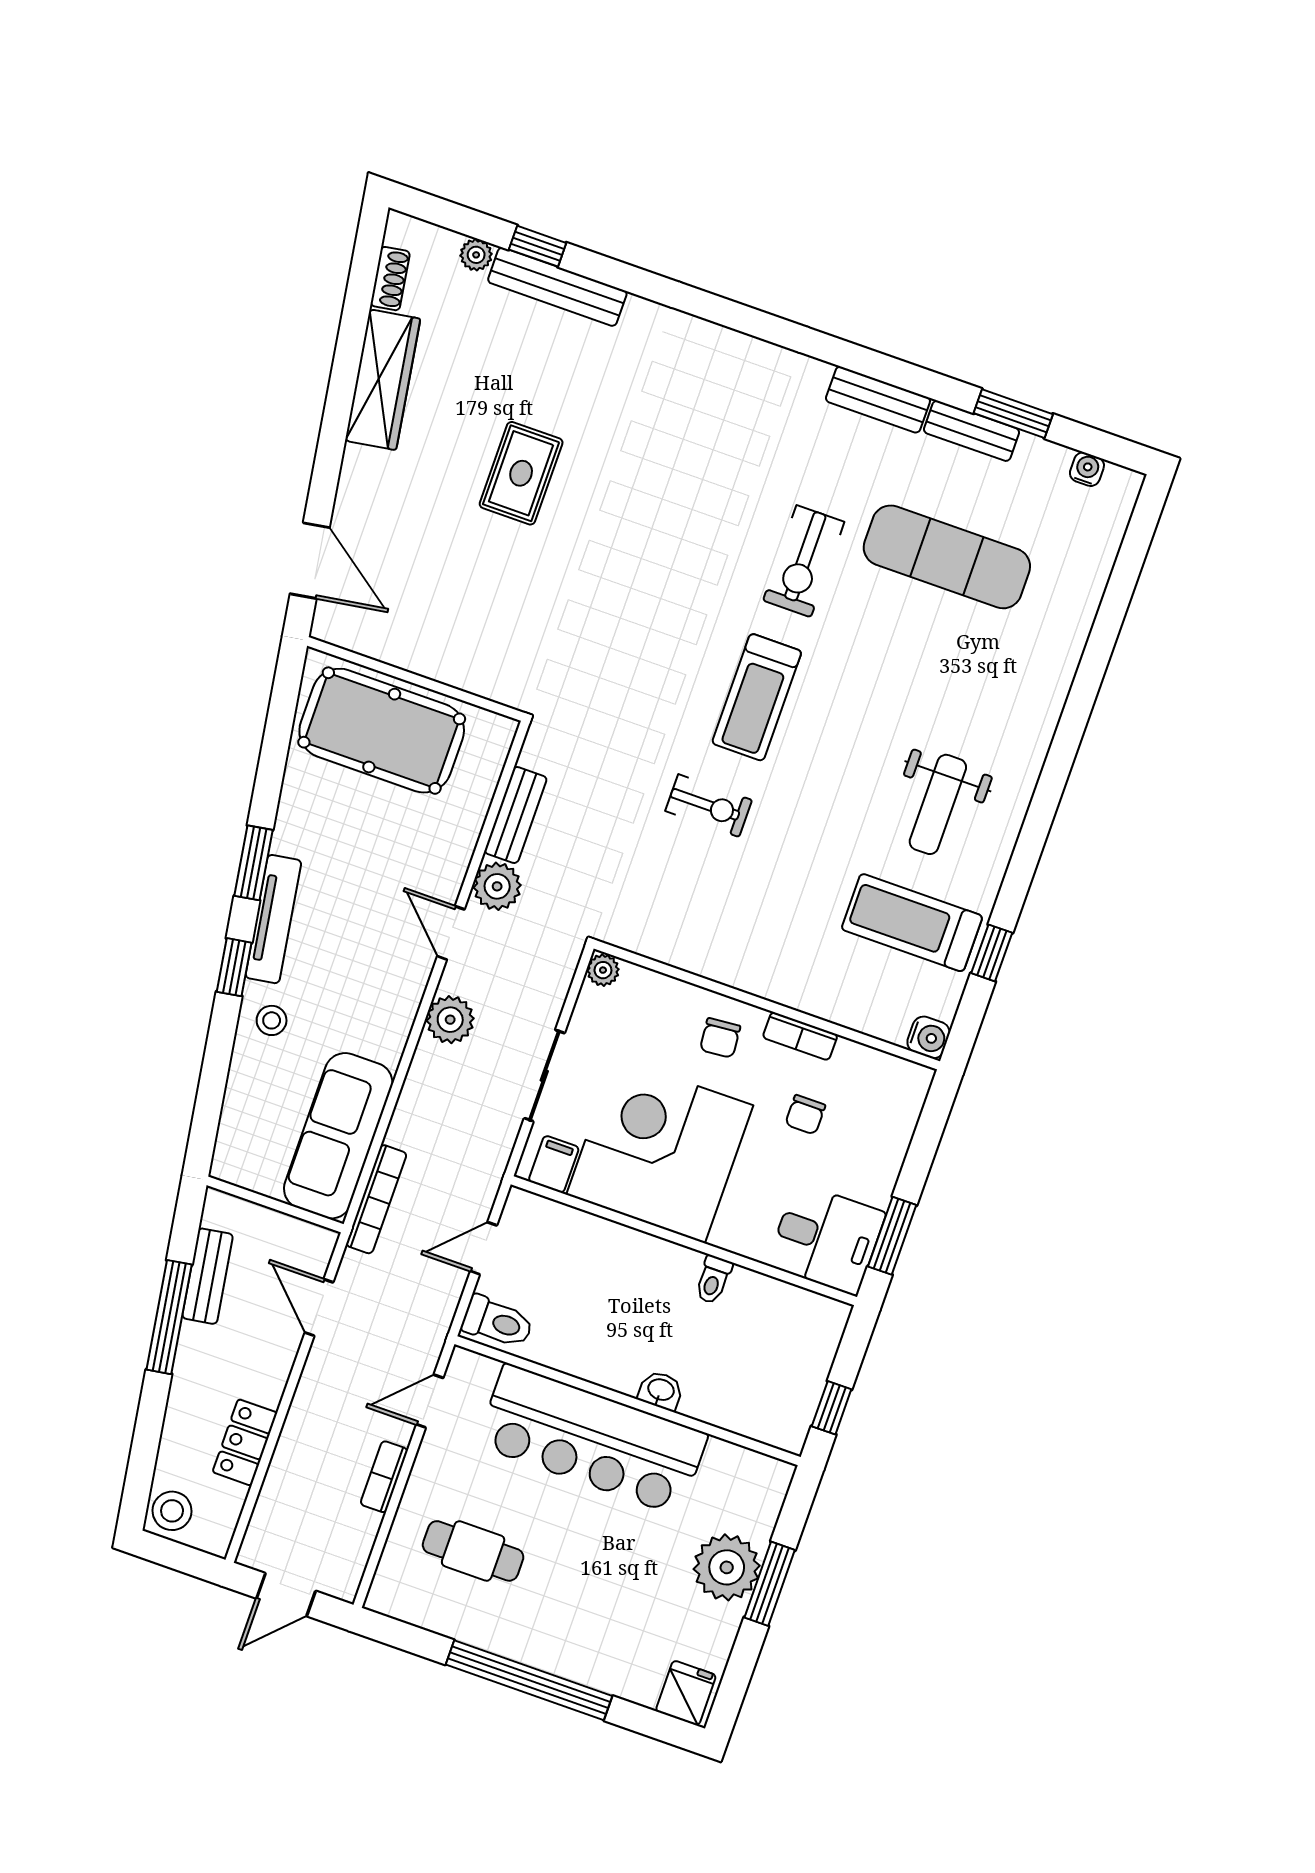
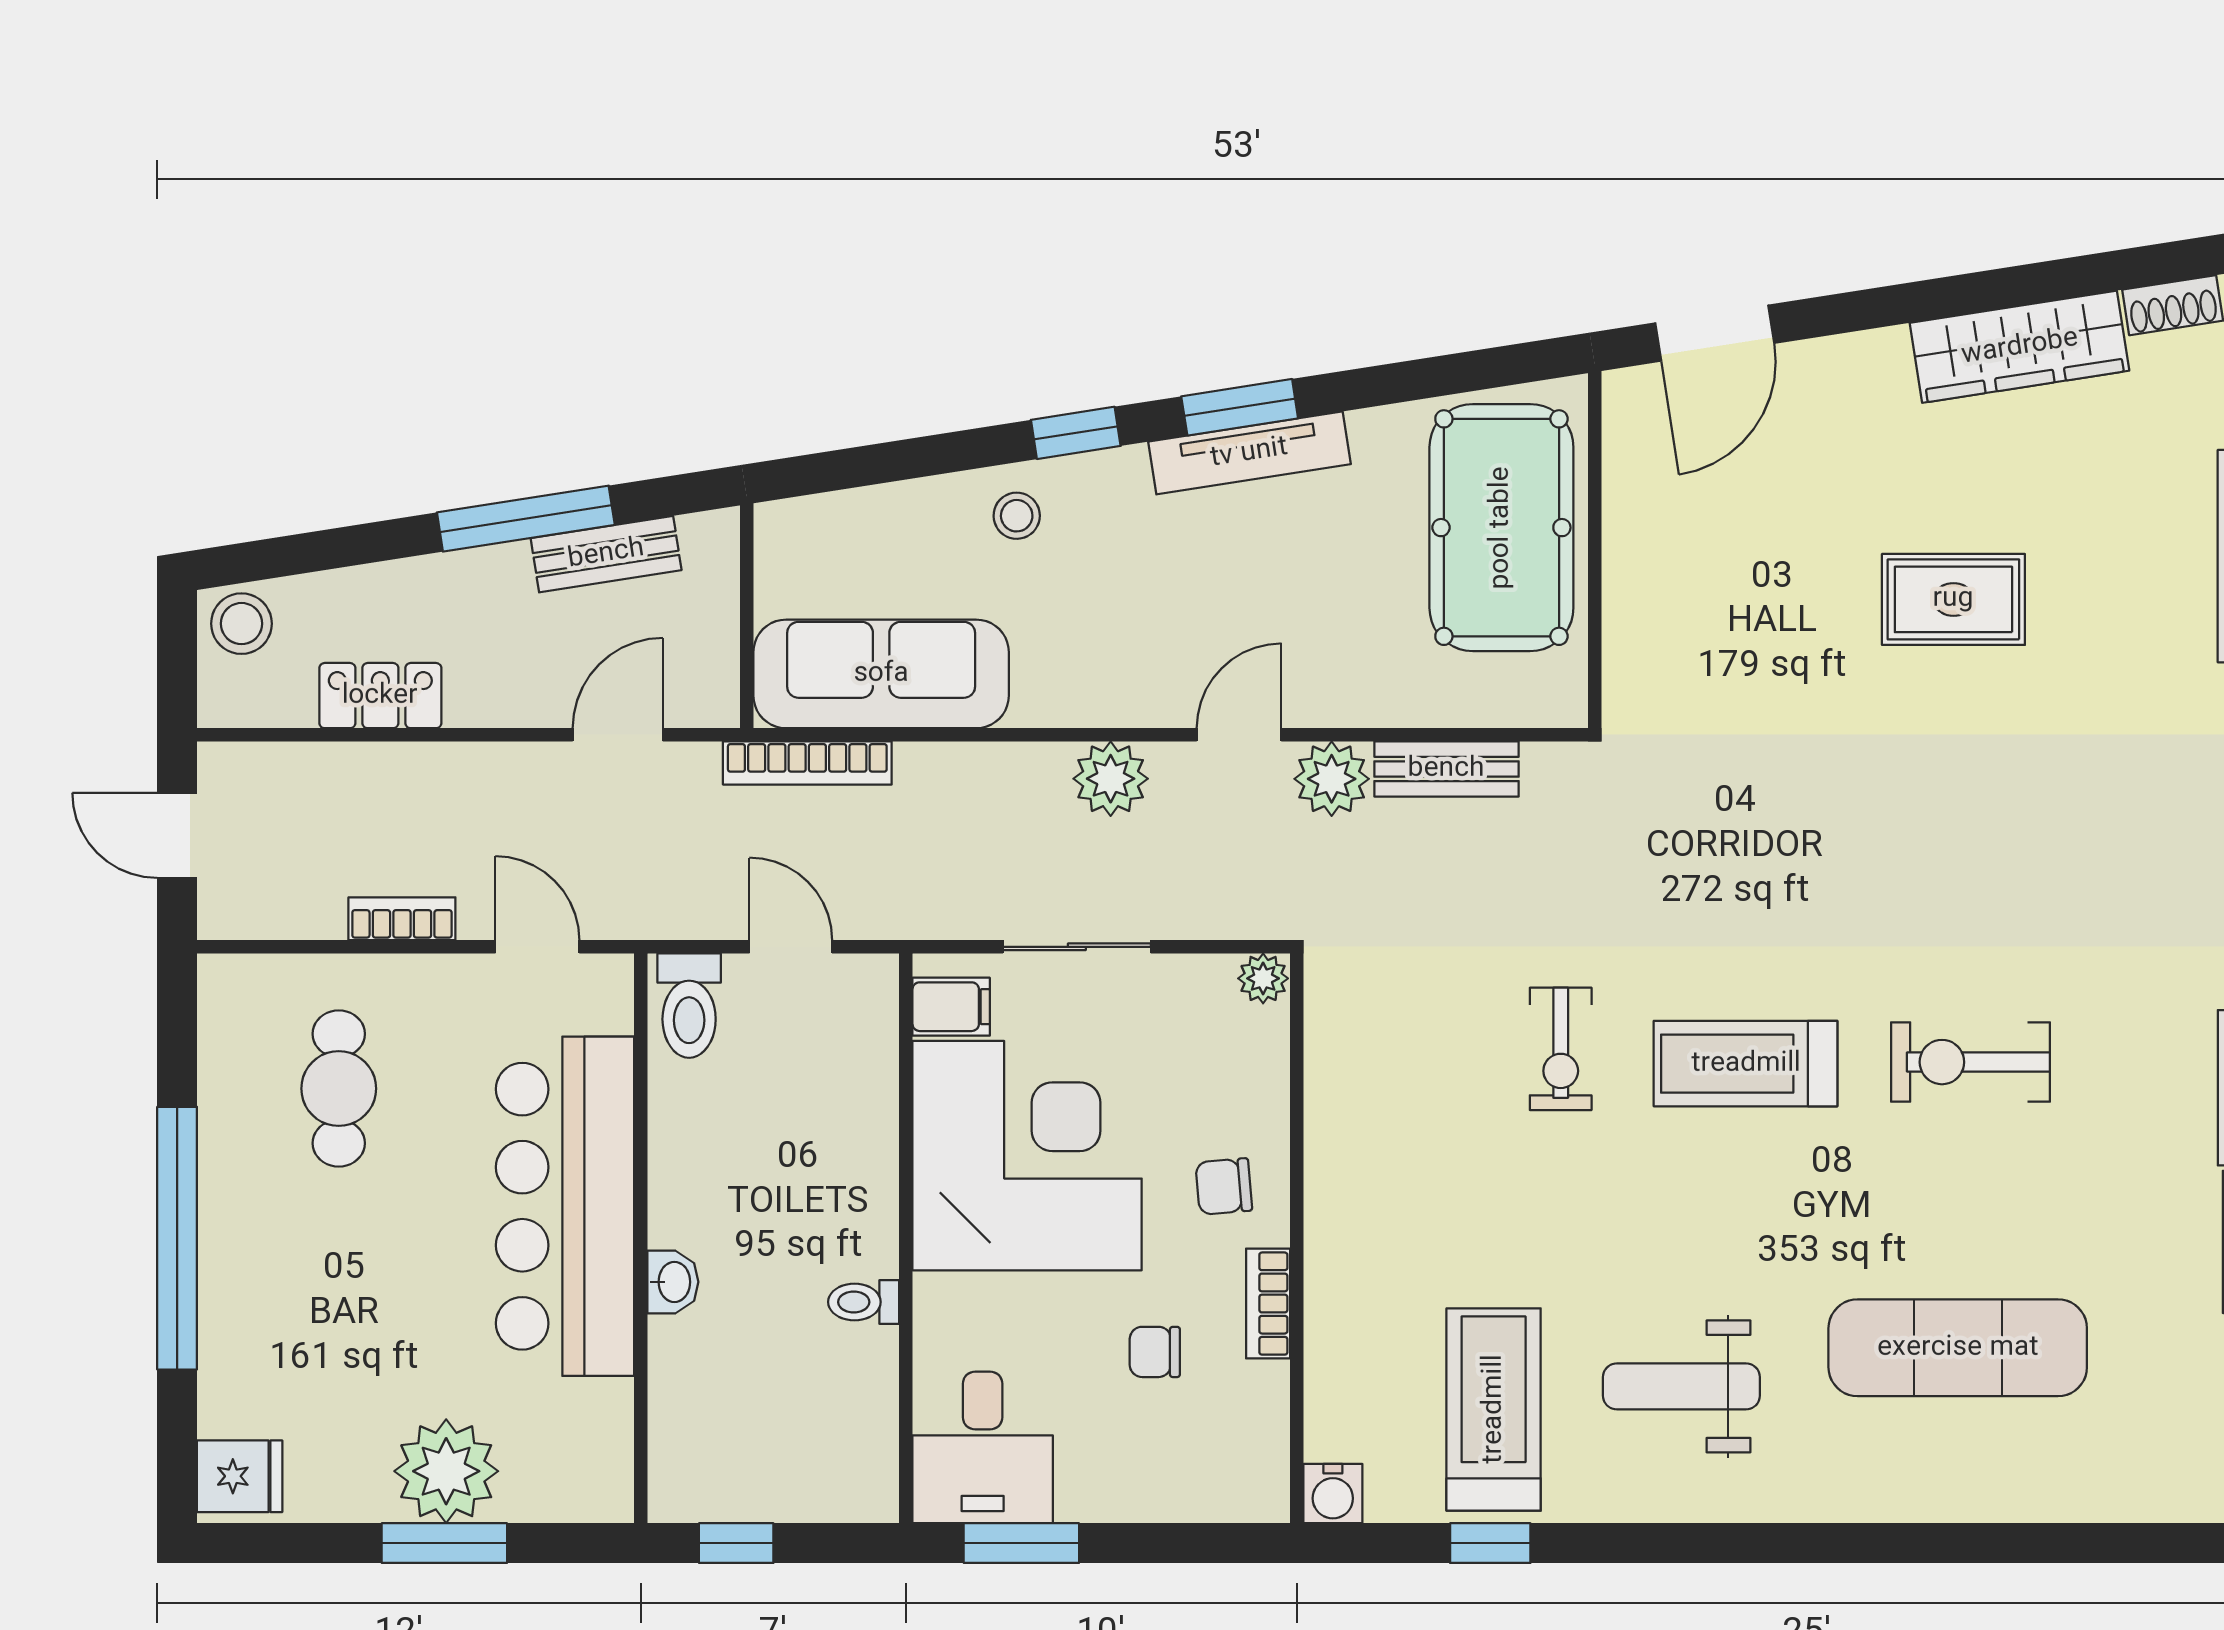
exercise mat: (947, 557) -> (1958, 1348), moved, turned 90
tv unit: (273, 919) -> (1249, 453), moved

